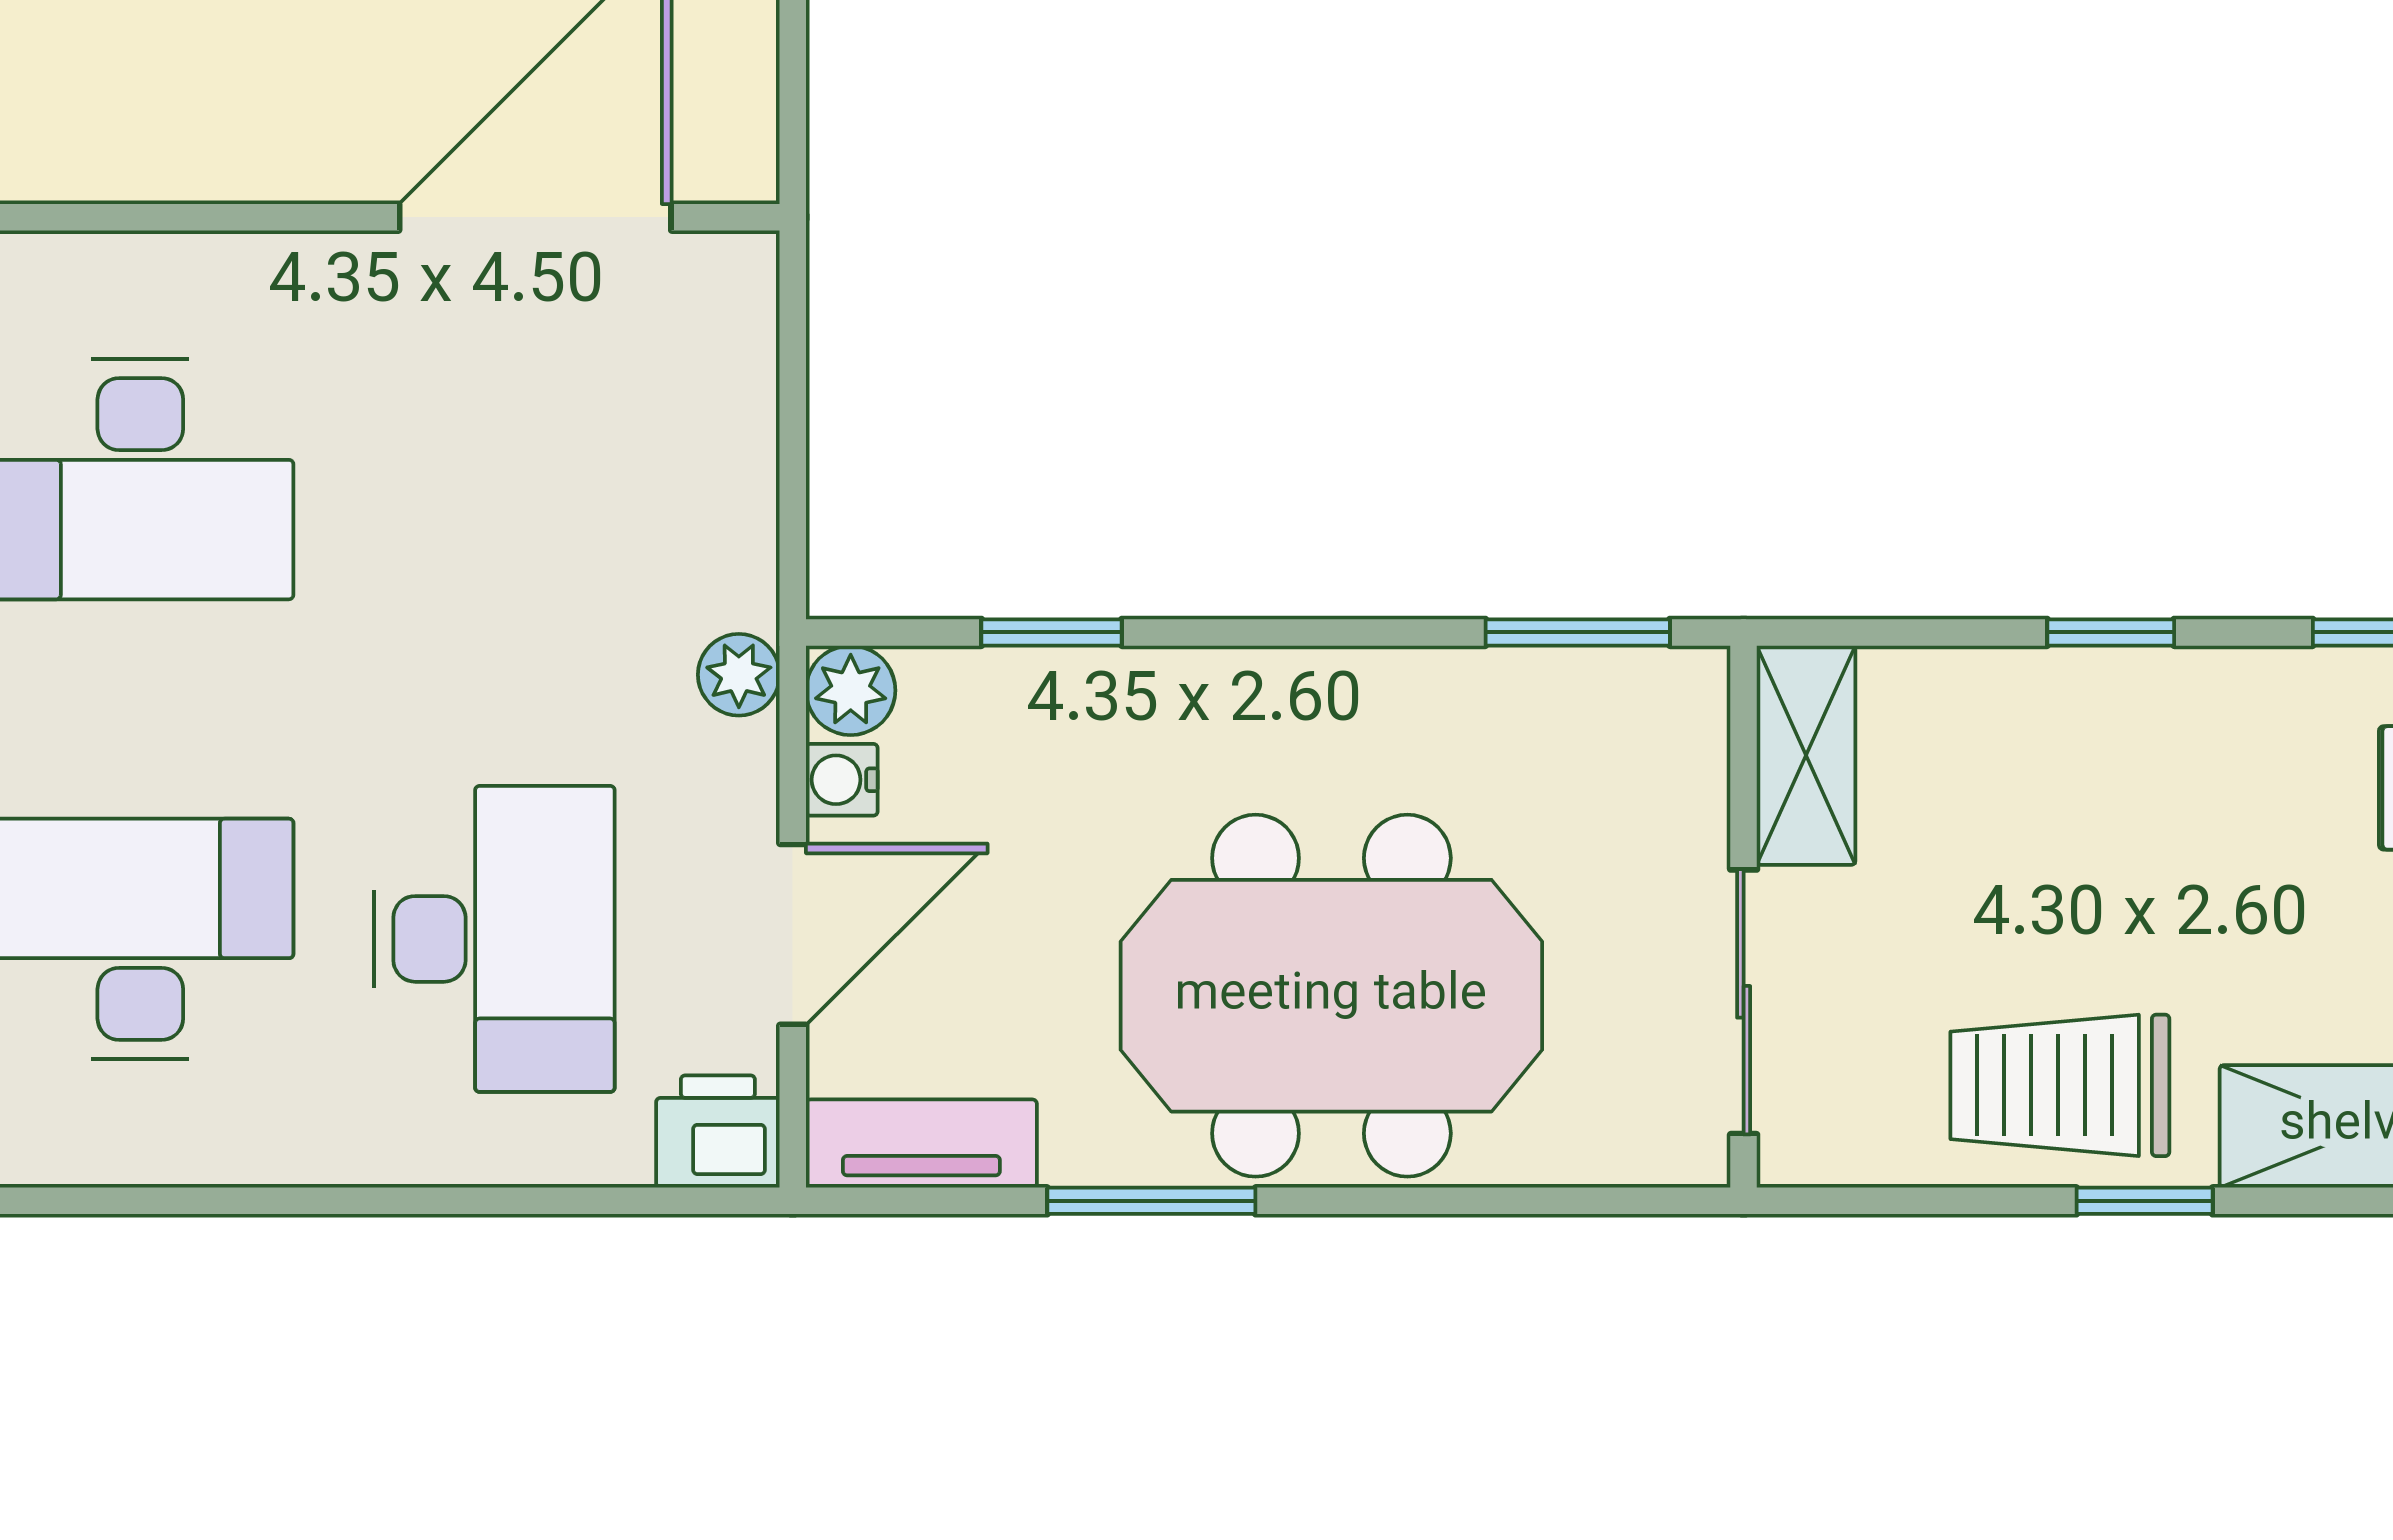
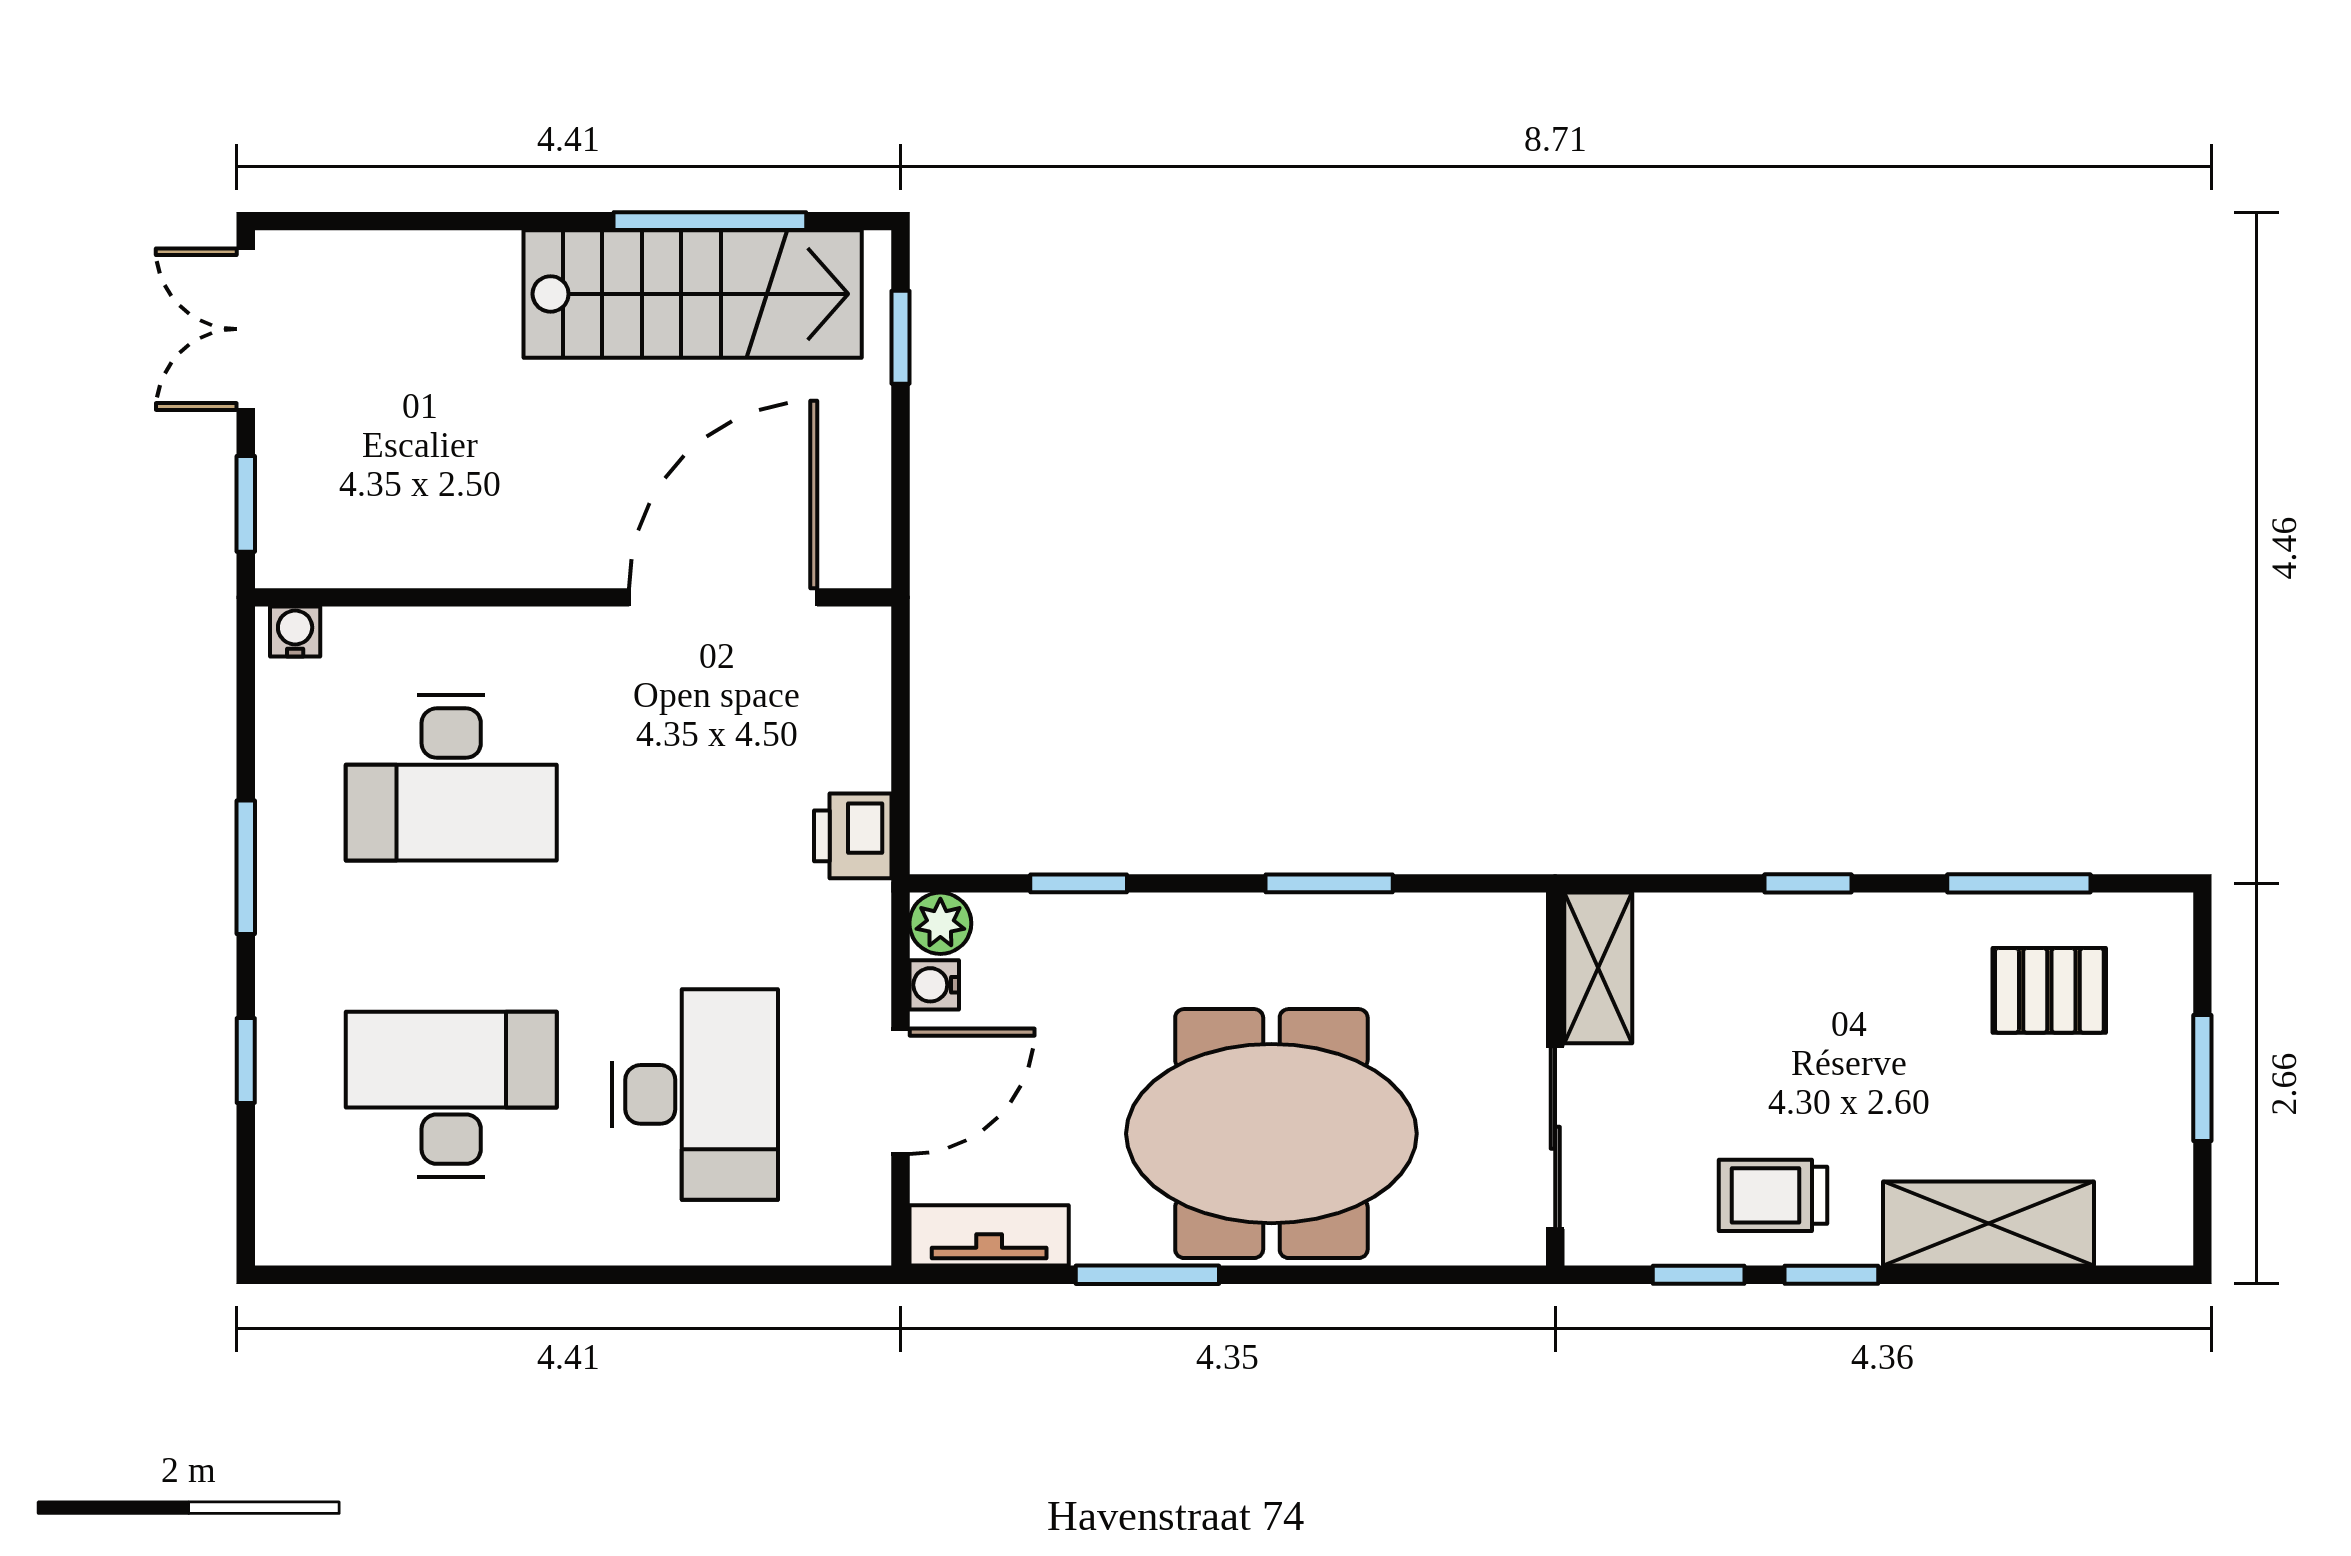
window: (1578, 632) -> (1329, 883), moved
plant: (739, 675) -> (863, 912), removed
trolley: (2060, 1085) -> (1773, 1195), width x0.73, depth x0.72
printer: (718, 1132) -> (853, 836), moved, turned -90
window: (1952, 1201) -> (1699, 1275), added

